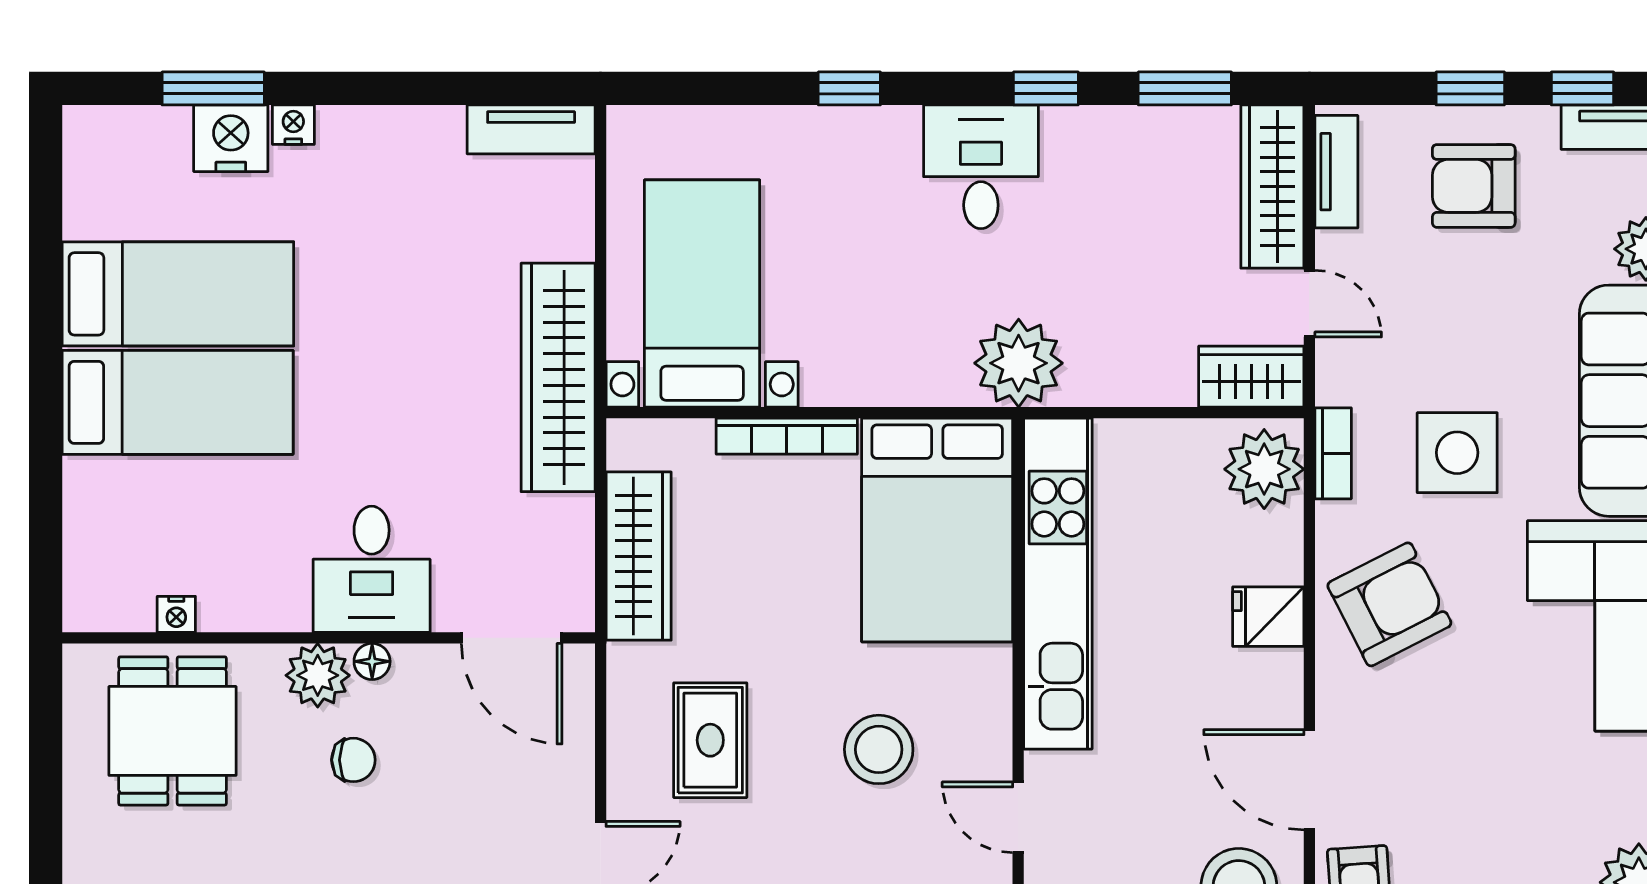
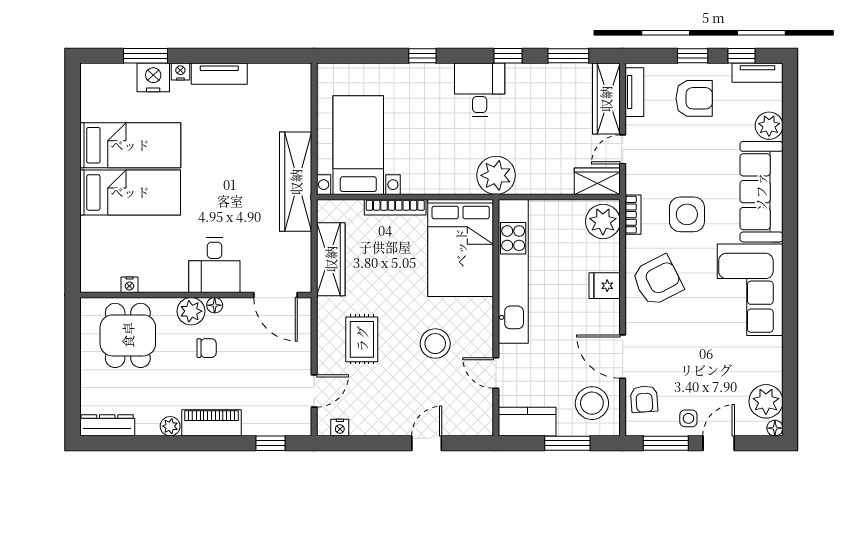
tv unit: (531, 129) -> (219, 74), moved
armchair: (1474, 186) -> (694, 98), turned 180
door: (1309, 304) -> (623, 149), swing flipped

